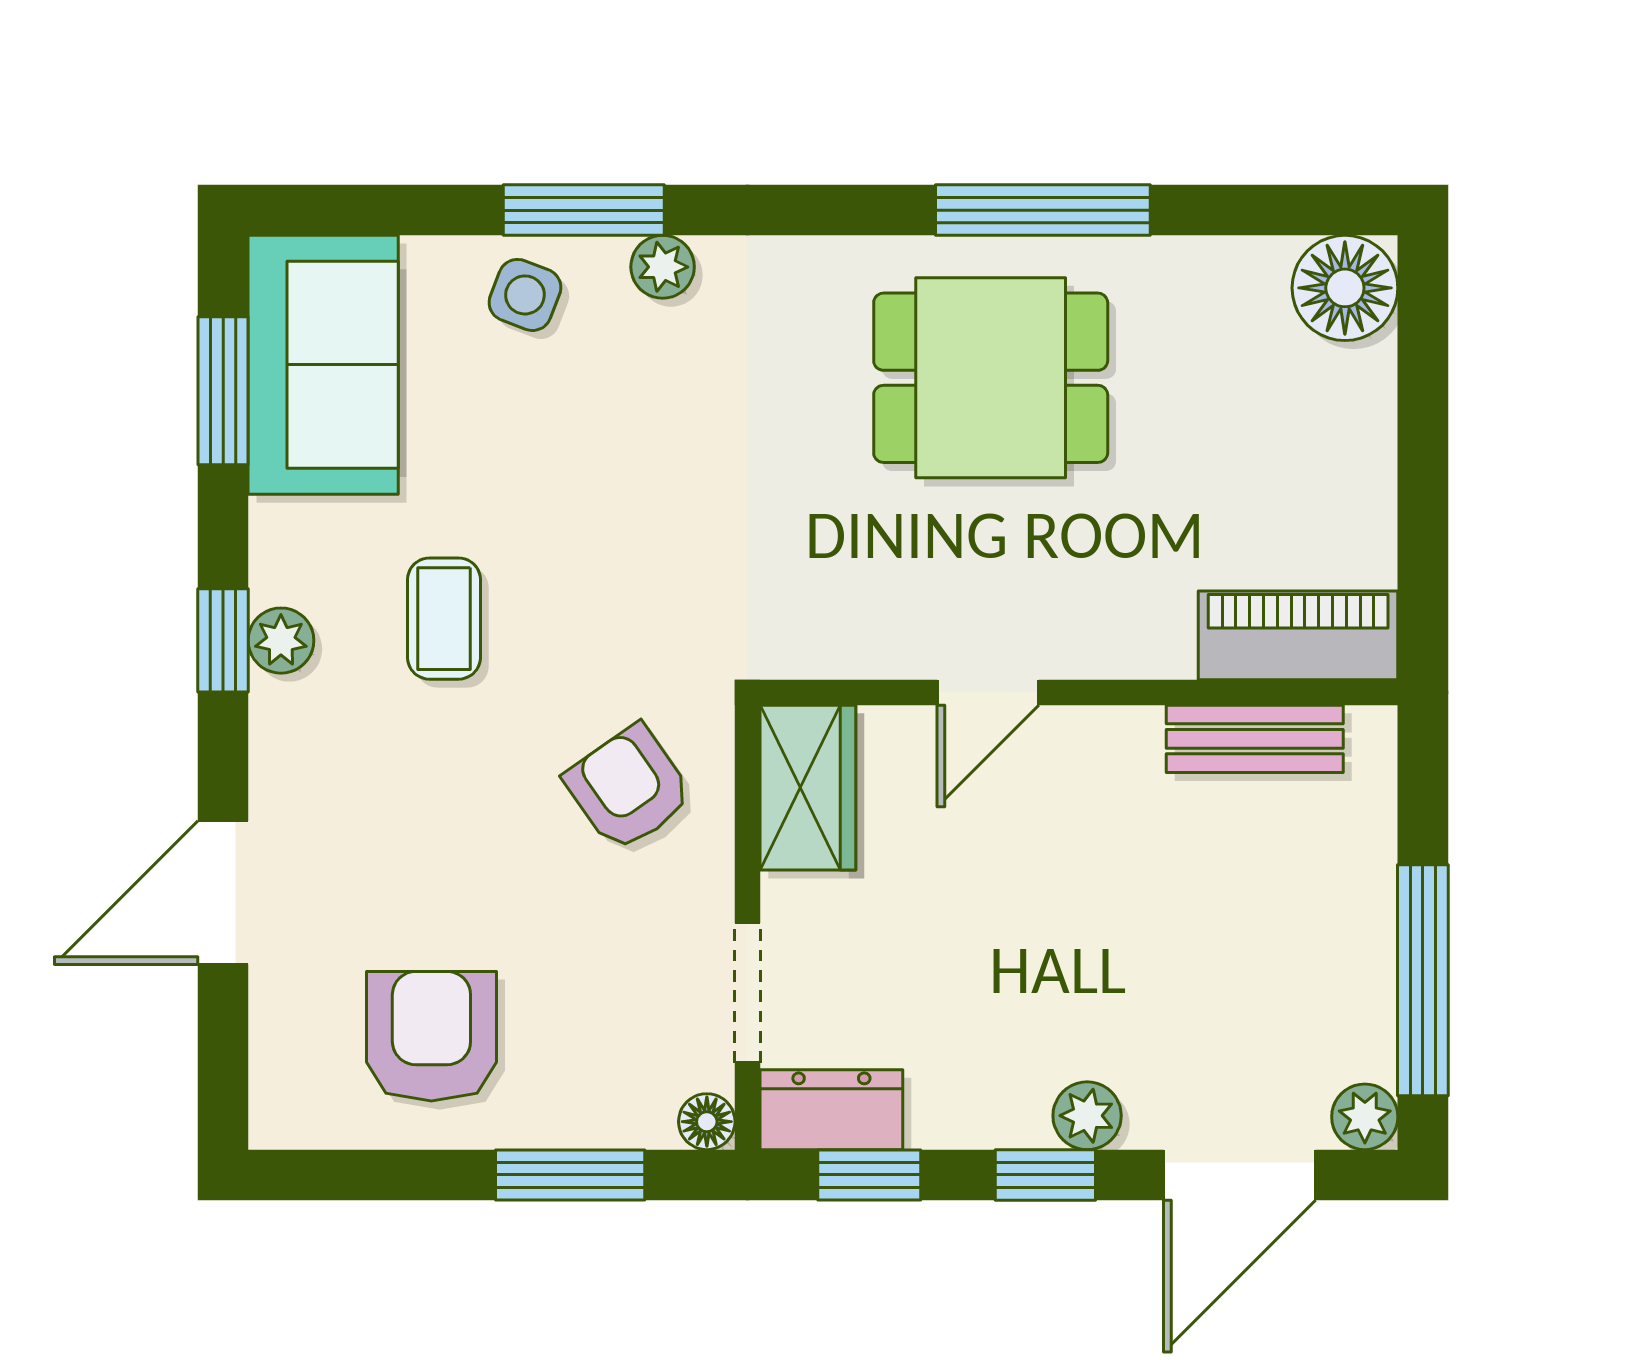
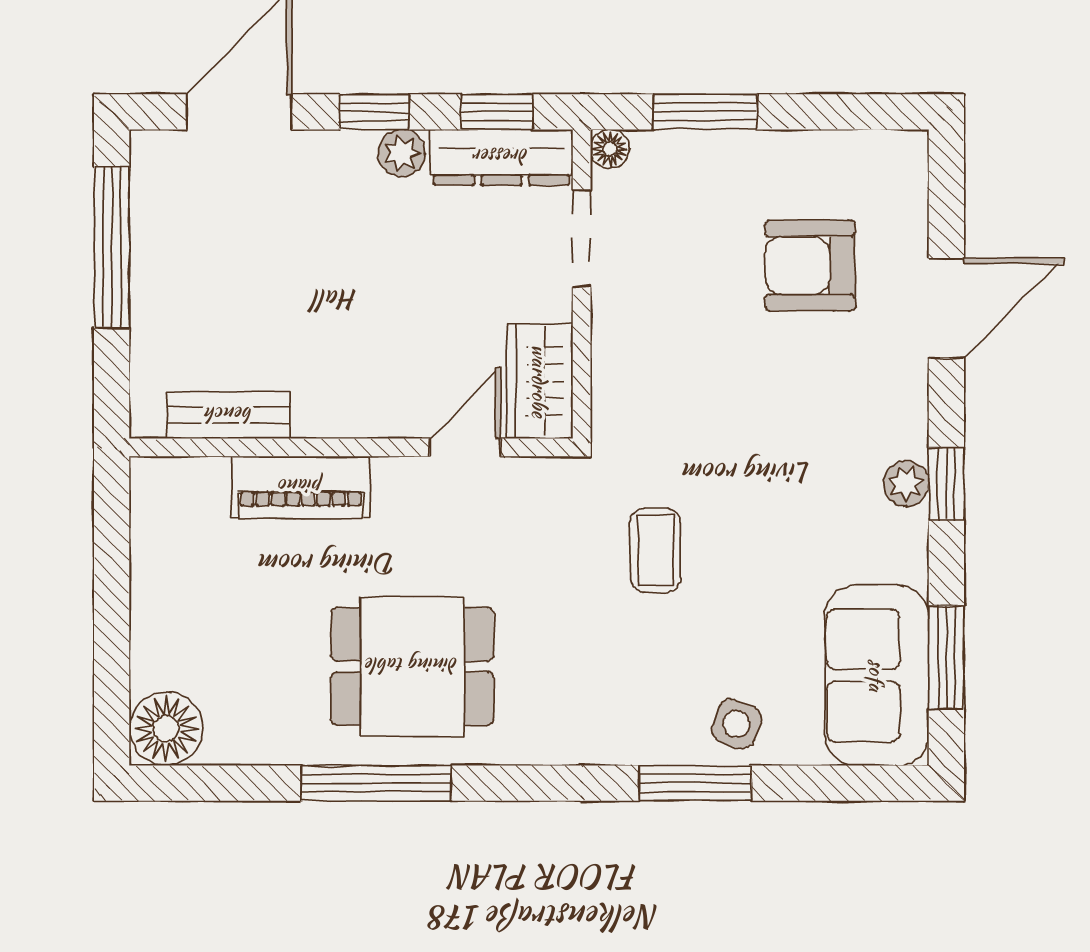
plant: (663, 267) -> (641, 744), removed
coffee table: (444, 619) -> (656, 550), moved
piano: (1298, 635) -> (301, 487), moved
door: (988, 692) -> (465, 447), moved
armchair: (629, 788) -> (664, 381), removed
armchair: (431, 1036) -> (810, 266), moved, turned 90
dresser: (831, 1110) -> (501, 157), width x1.44
plant: (1087, 1116) -> (402, 153), moved
plant: (1365, 1117) -> (152, 152), removed

